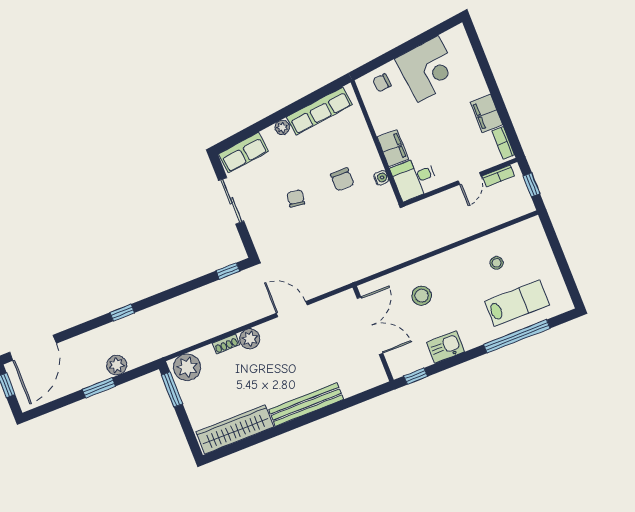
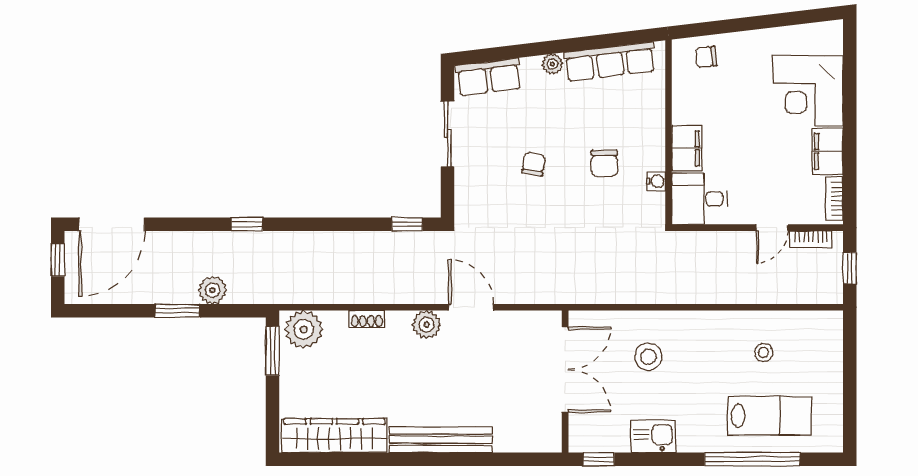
corner desk: (428, 69) -> (808, 91), moved, turned 97
plant: (250, 339) -> (426, 325), moved

